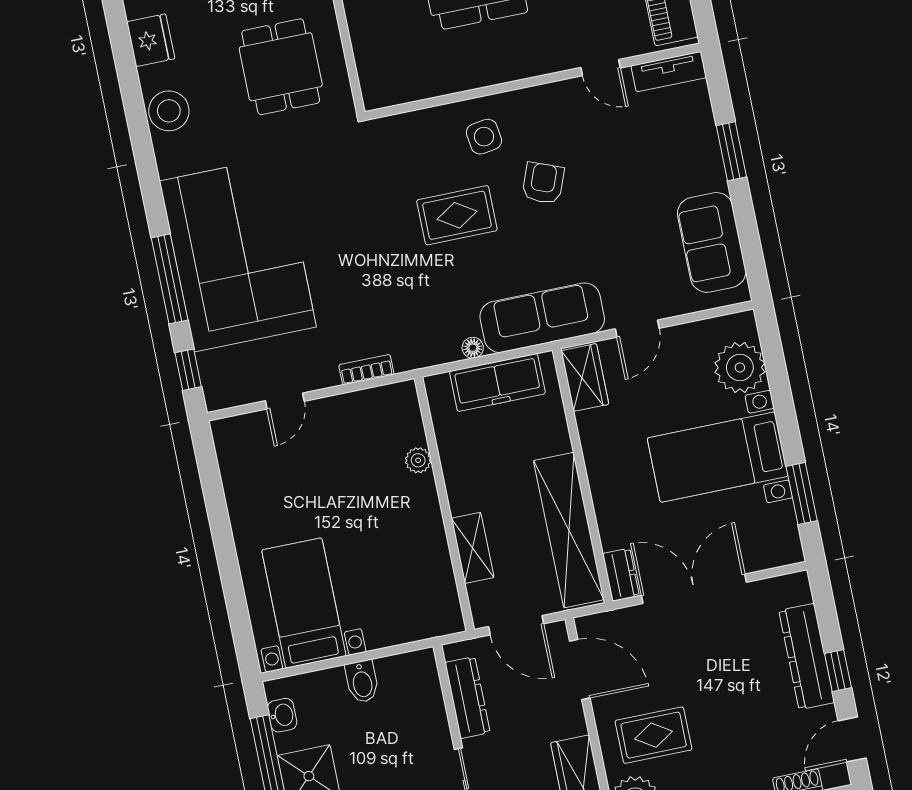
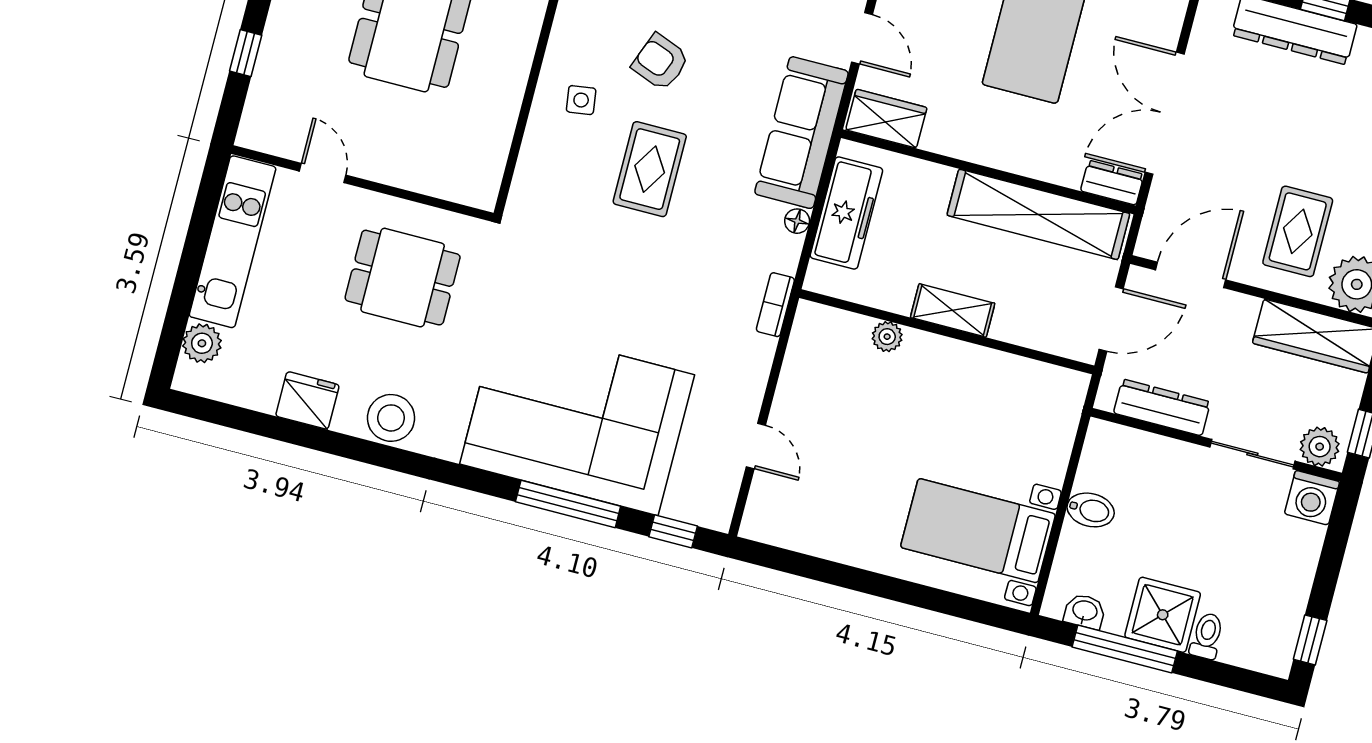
side table: (484, 137) -> (581, 100), width x0.73, depth x0.73
bookcase: (366, 370) -> (775, 305), moved
shelving: (473, 548) -> (953, 310), moved

